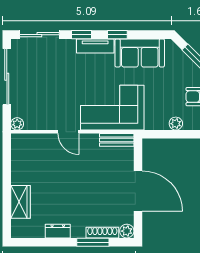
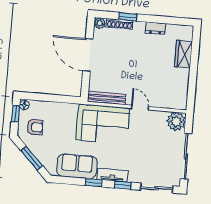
plant: (17, 124) -> (176, 122), width x1.87, depth x1.87
plant: (176, 124) -> (53, 107), removed
bench: (117, 140) -> (107, 98), width x1.36
window: (93, 242) -> (128, 17), width x0.67

